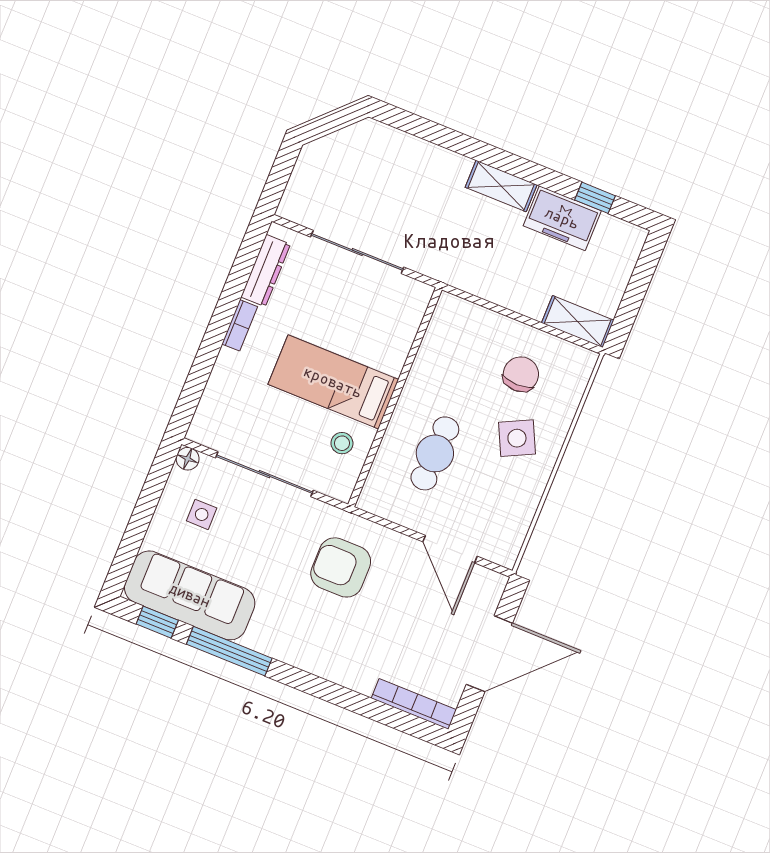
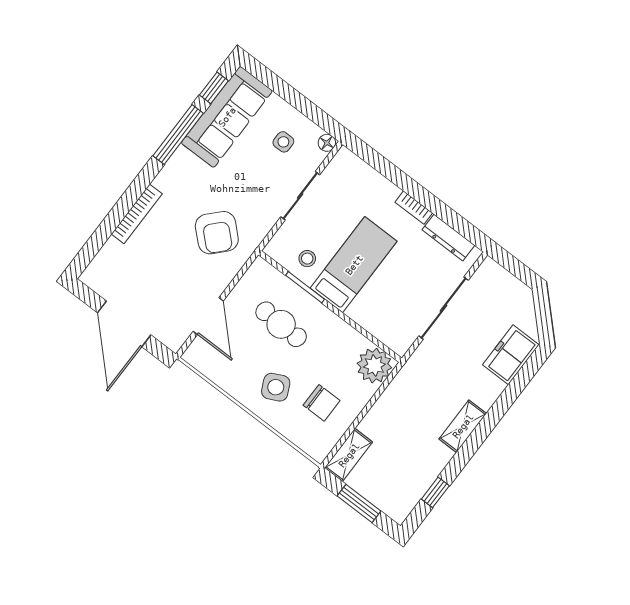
freezer: (562, 218) -> (511, 355), moved
window: (636, 291) -> (359, 503), added
plant: (455, 320) -> (374, 366), added
window: (379, 436) -> (305, 287), added
sliding door: (264, 474) -> (300, 196), width x0.73
door: (450, 549) -> (208, 316), swing flipped
armchair: (341, 567) -> (217, 233), turned 133
bookcase: (414, 704) -> (137, 214), moved

